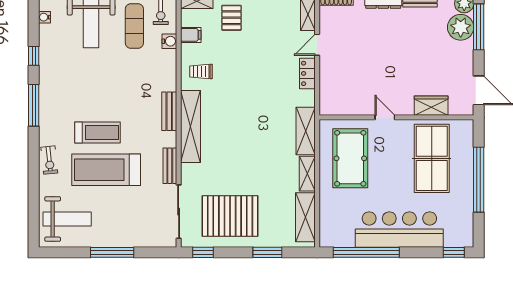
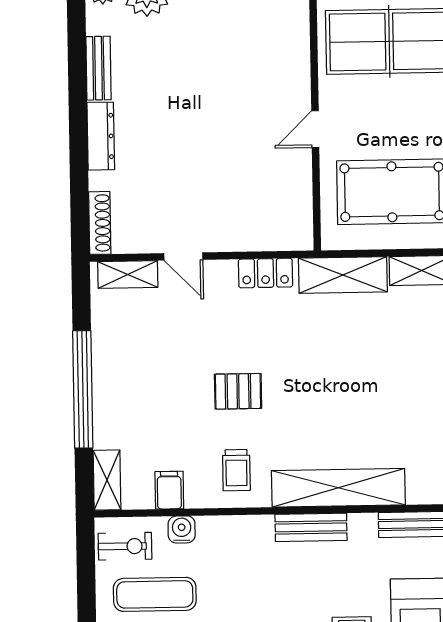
pallet: (231, 18) -> (238, 391), moved
locker: (307, 73) -> (265, 273), moved
wardrobe: (431, 106) -> (292, 44), removed

